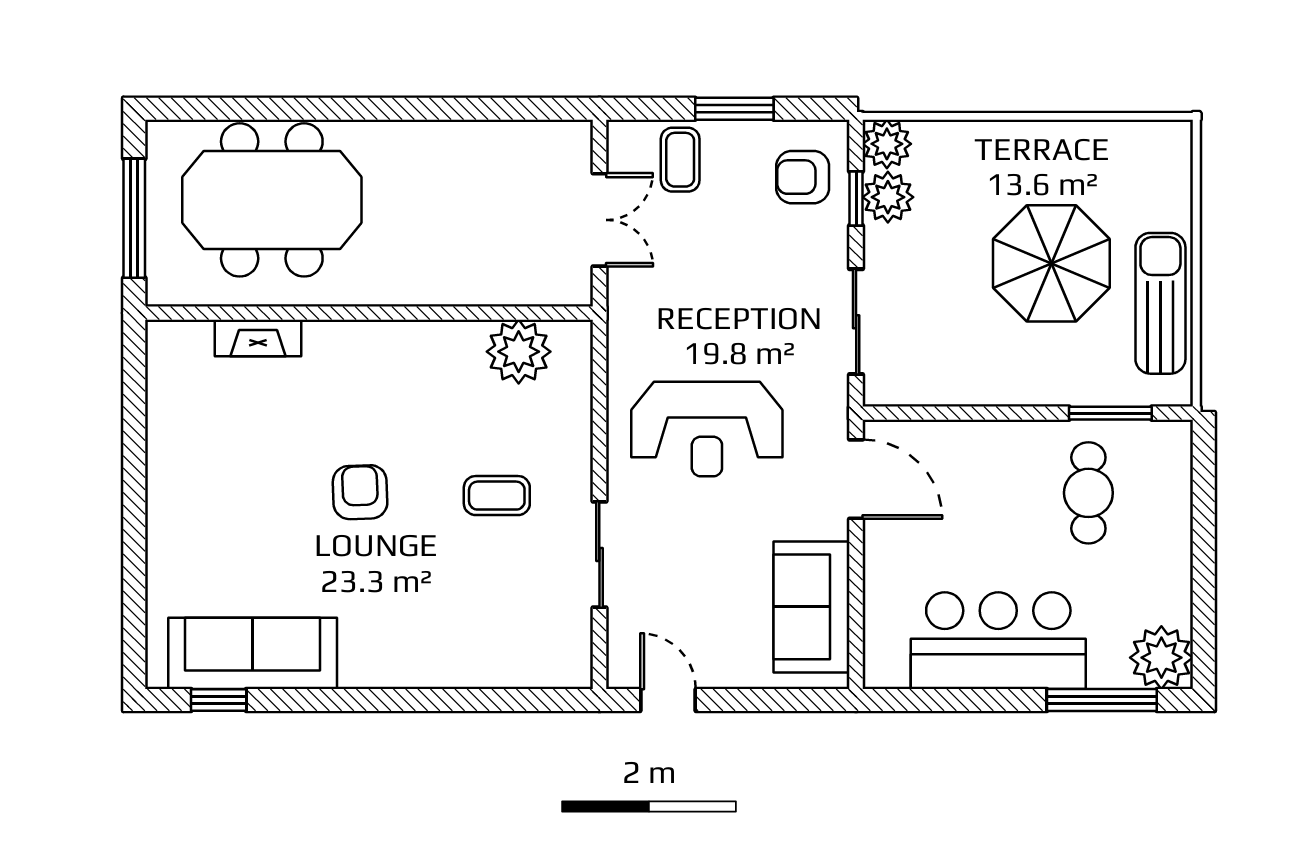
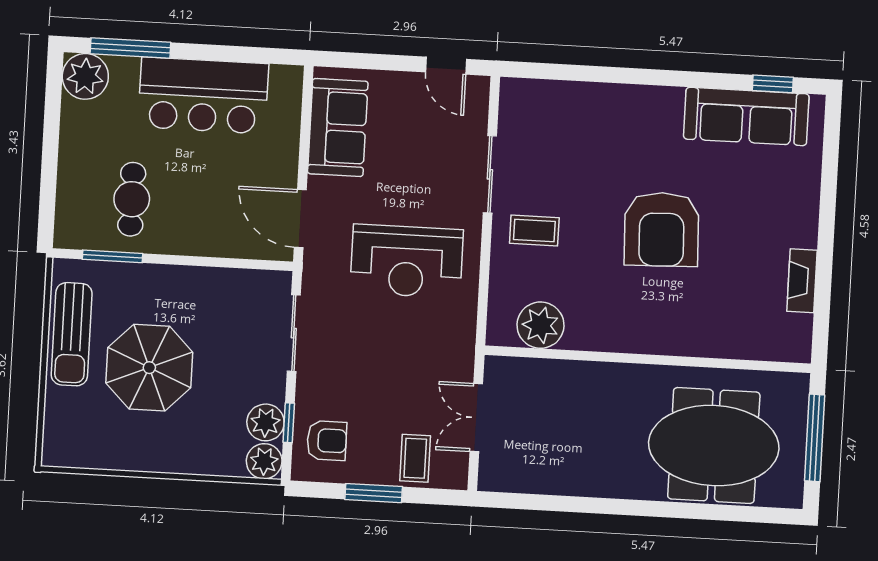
fireplace: (258, 338) -> (802, 281), moved, turned -90
reception desk: (707, 429) -> (407, 261), turned 180
armchair: (360, 492) -> (662, 229), width x1.88, depth x1.88
coffee table: (497, 496) -> (534, 231), moved

